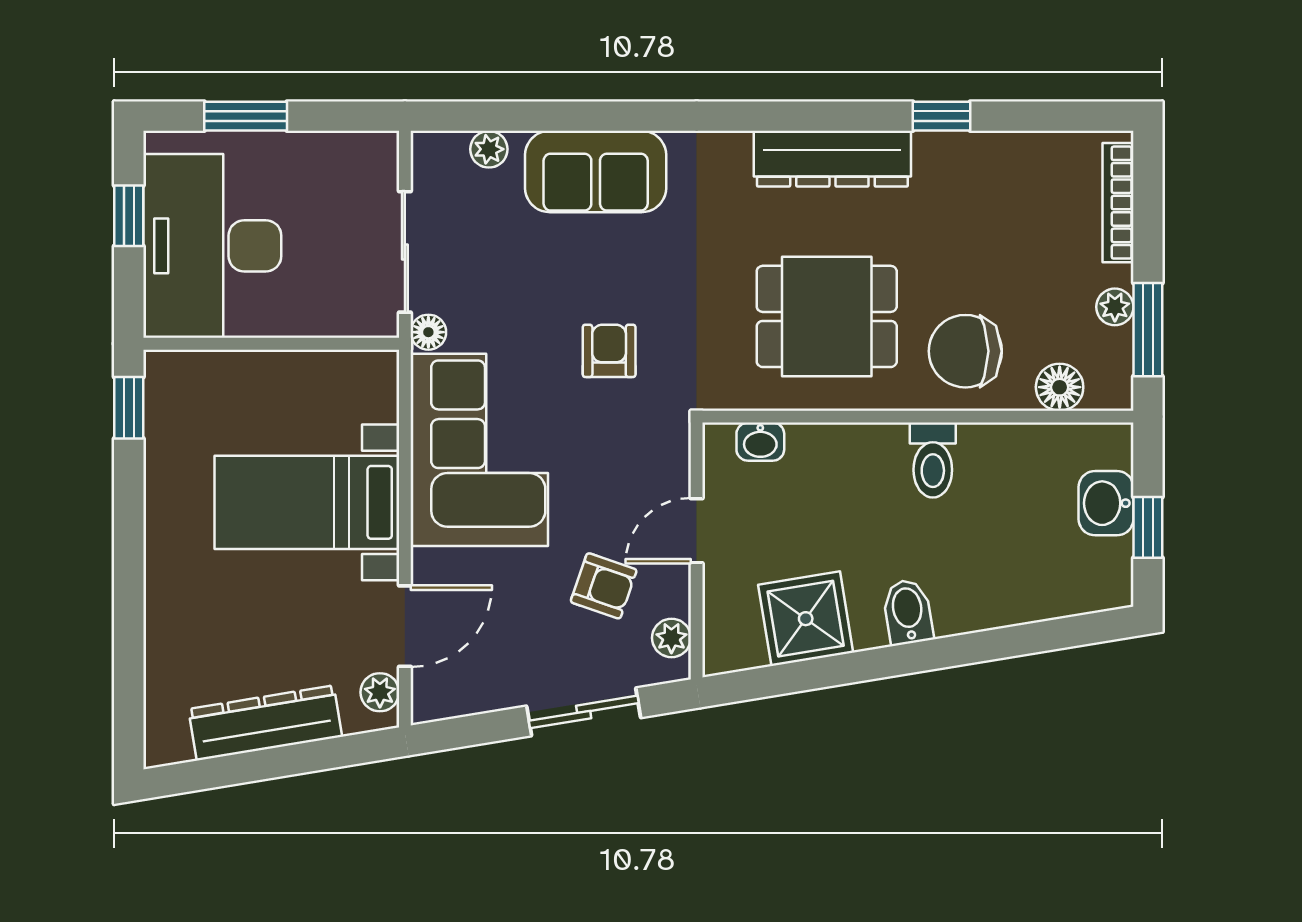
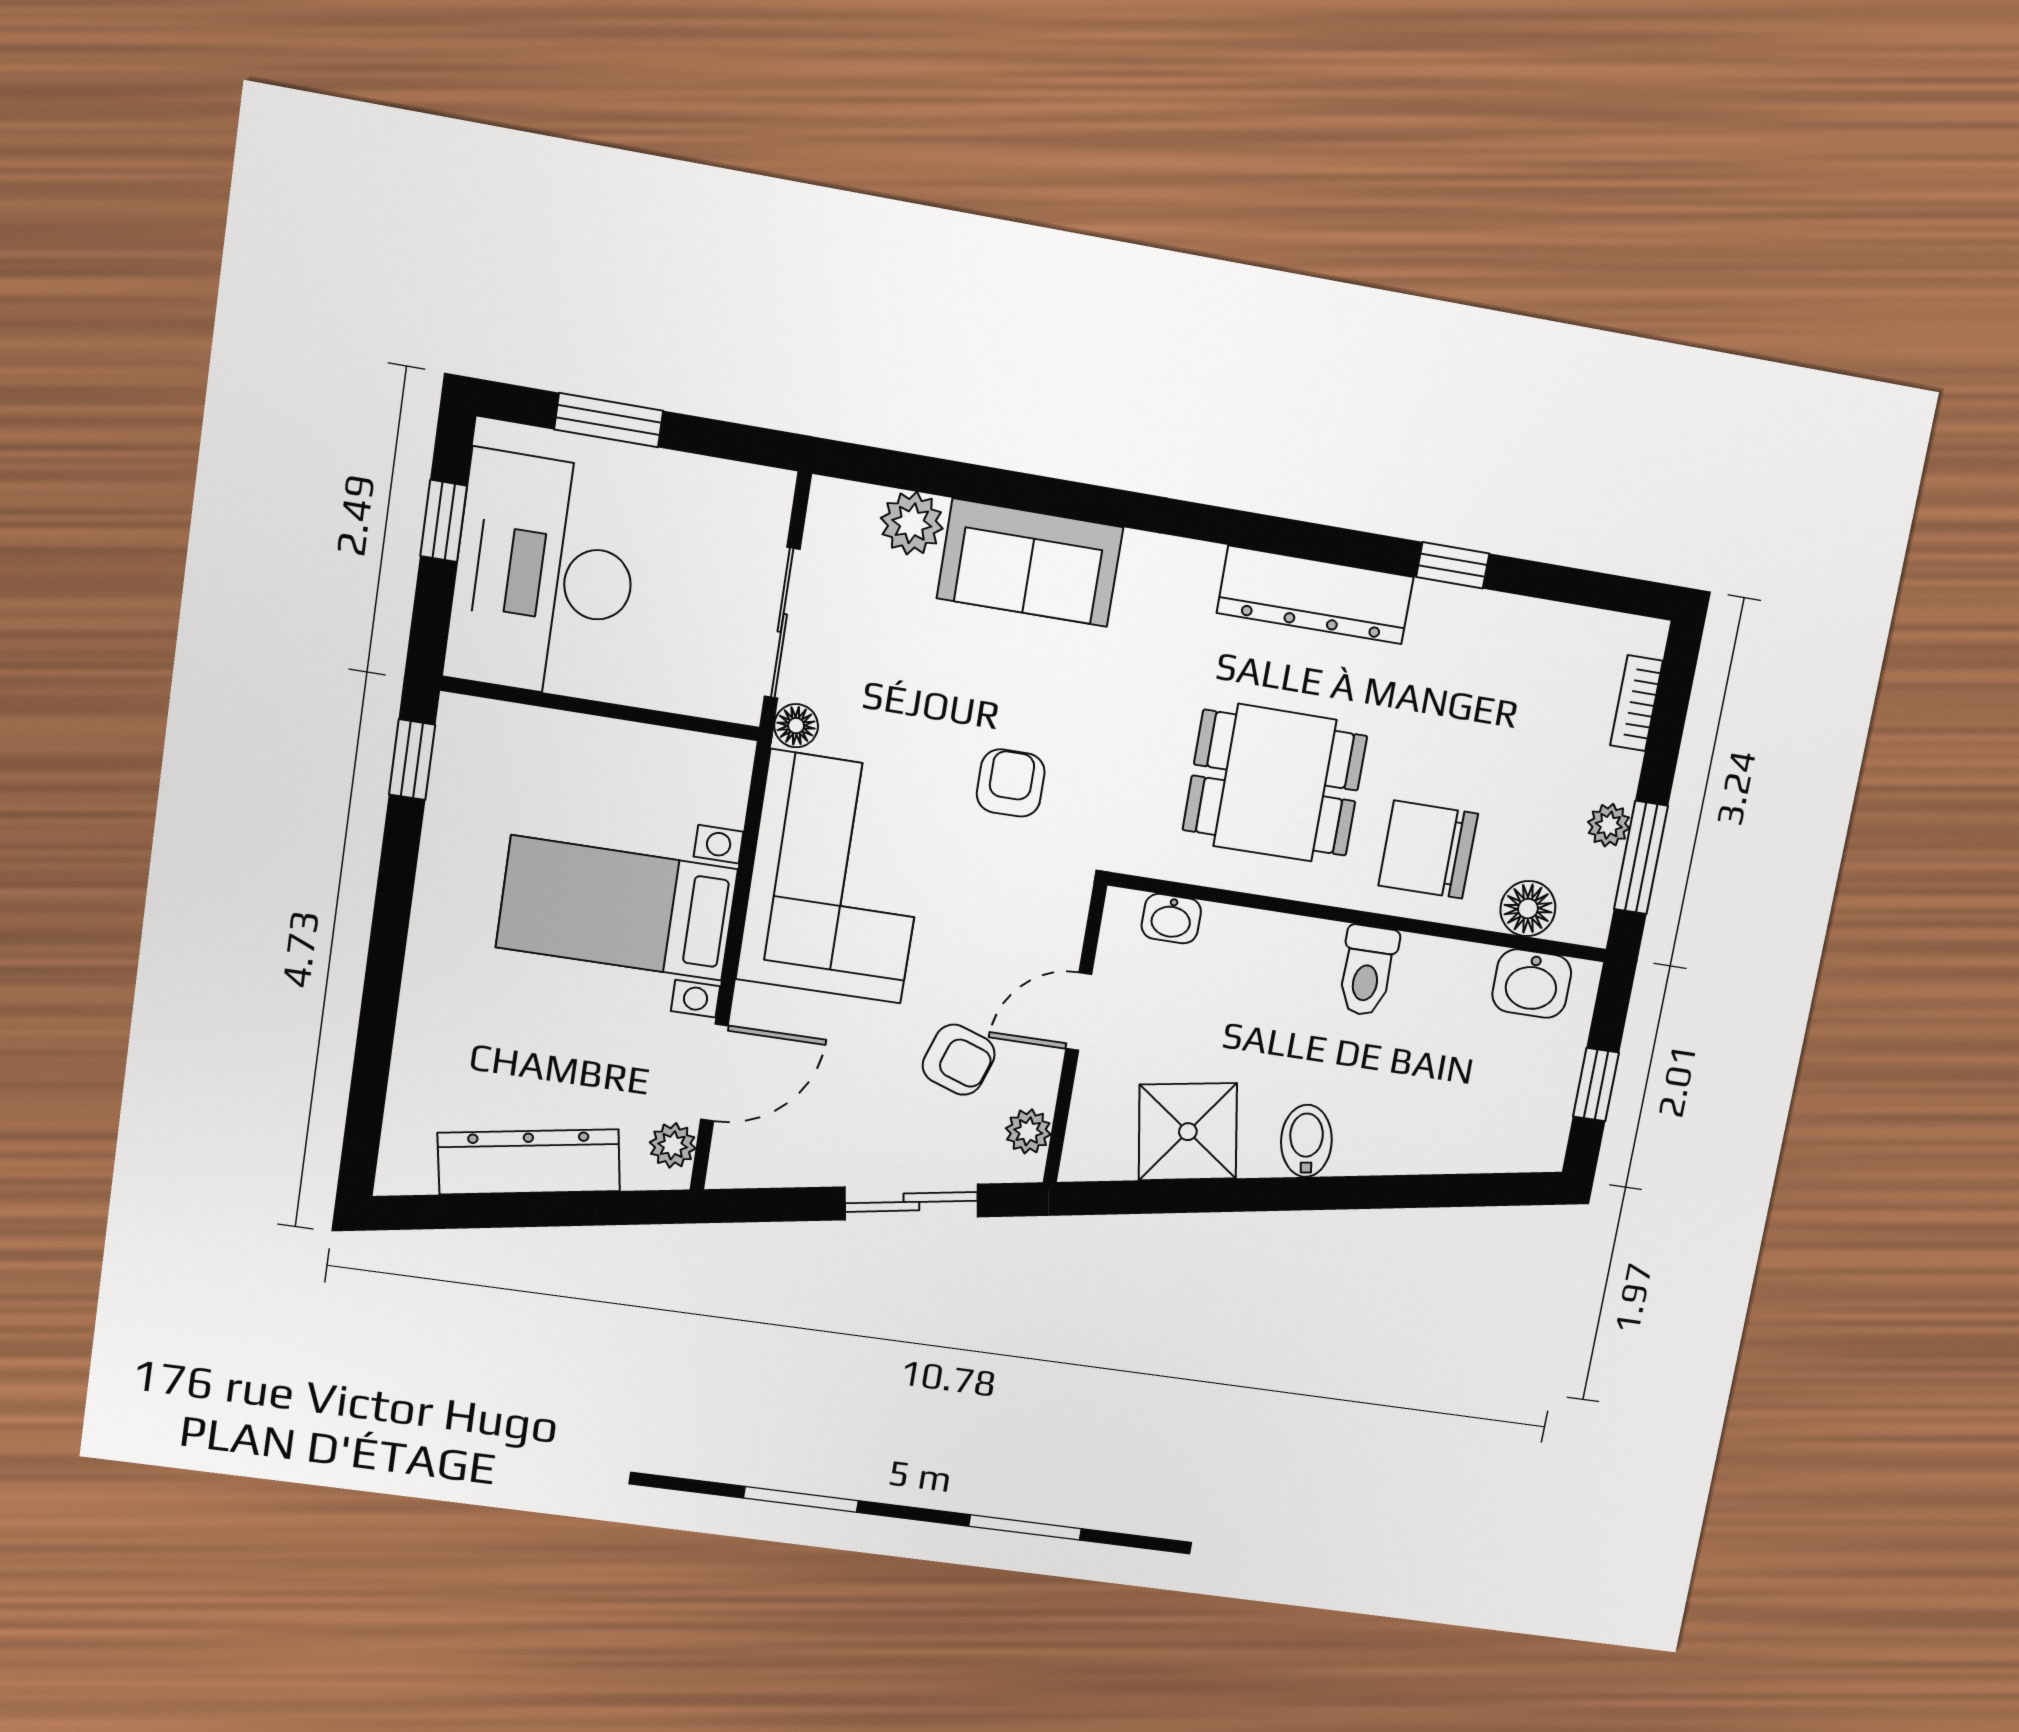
plant: (489, 149) -> (912, 523), width x1.38, depth x1.38
bookcase: (1118, 203) -> (1636, 703), width x0.64
washbasin: (1106, 503) -> (1532, 984), moved, turned -90

